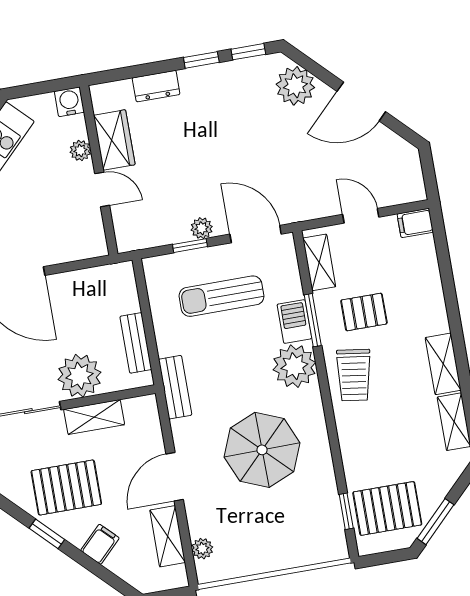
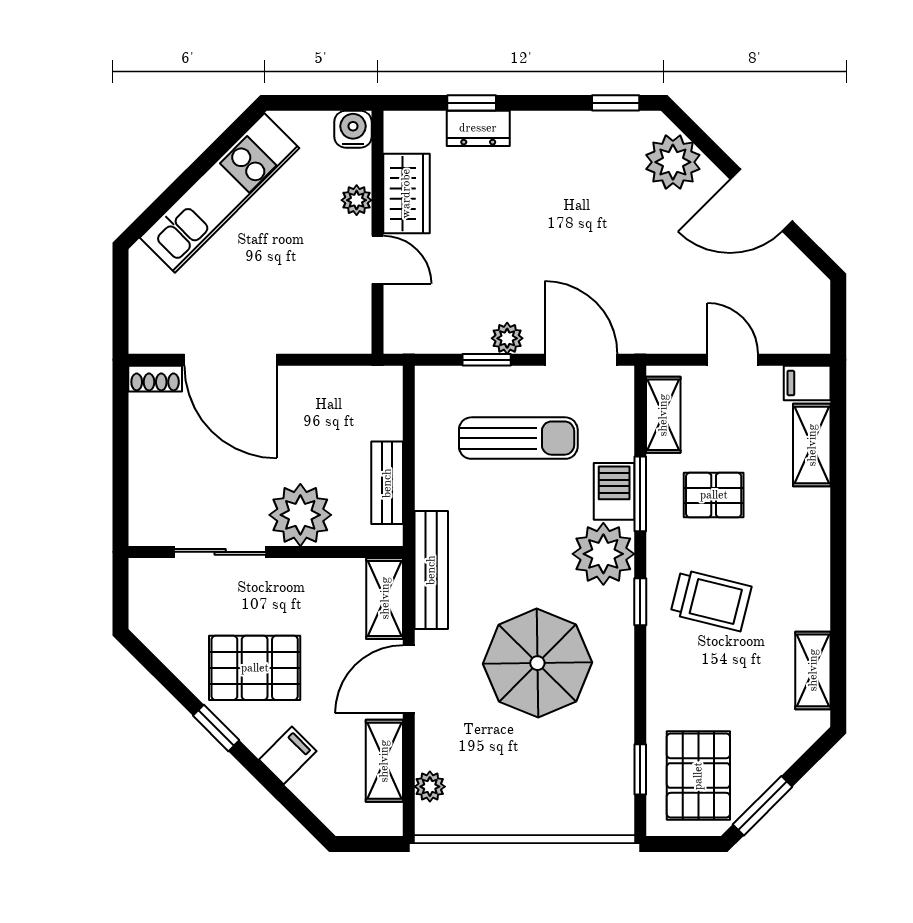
window: (201, 60) -> (472, 103), moved
sun lounger: (221, 296) -> (518, 438), turned 180
shelving: (443, 364) -> (812, 445), moved
trolley: (354, 375) -> (711, 600), moved, turned -84
bench: (175, 387) -> (431, 570), width x1.36
window: (326, 395) -> (640, 602), added
shelving: (94, 417) -> (385, 598), moved, turned 90
pallet: (387, 508) -> (698, 776), turned 90

